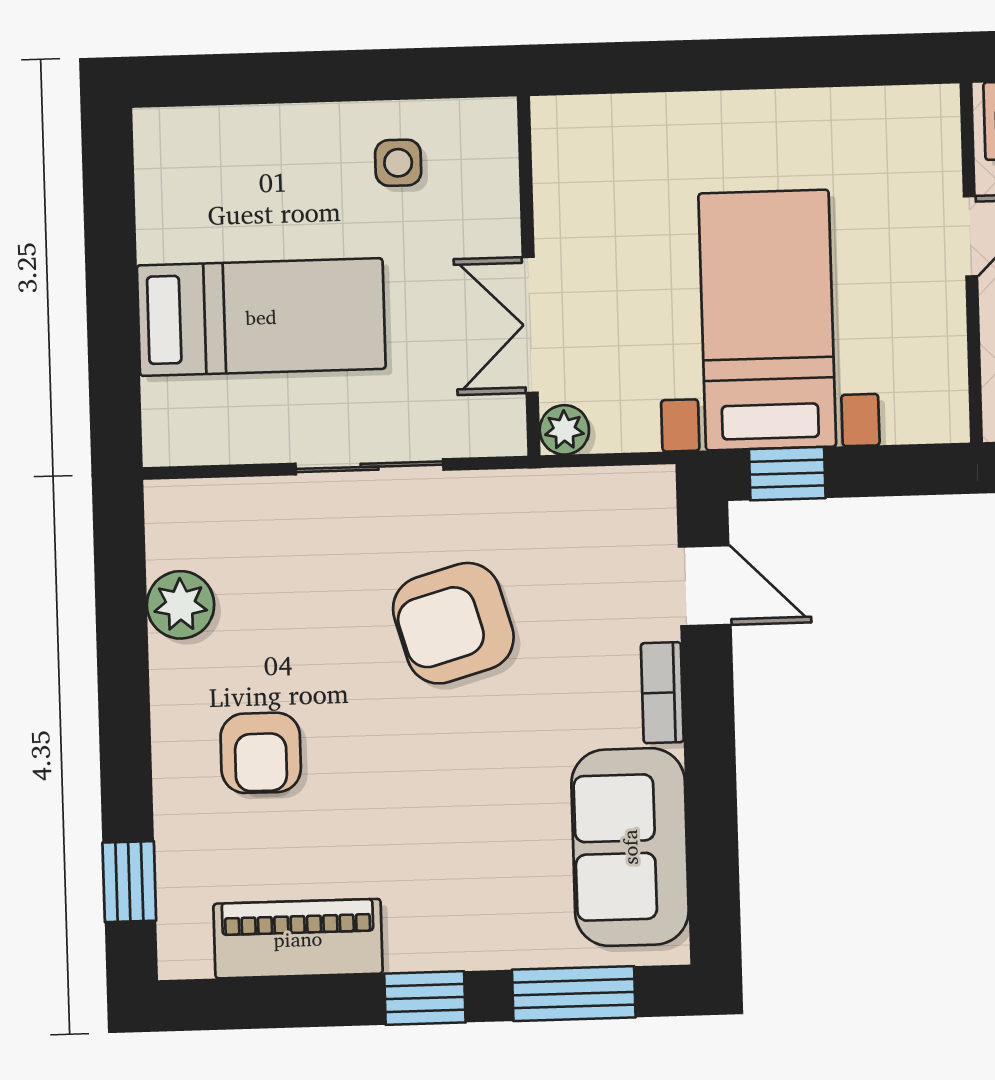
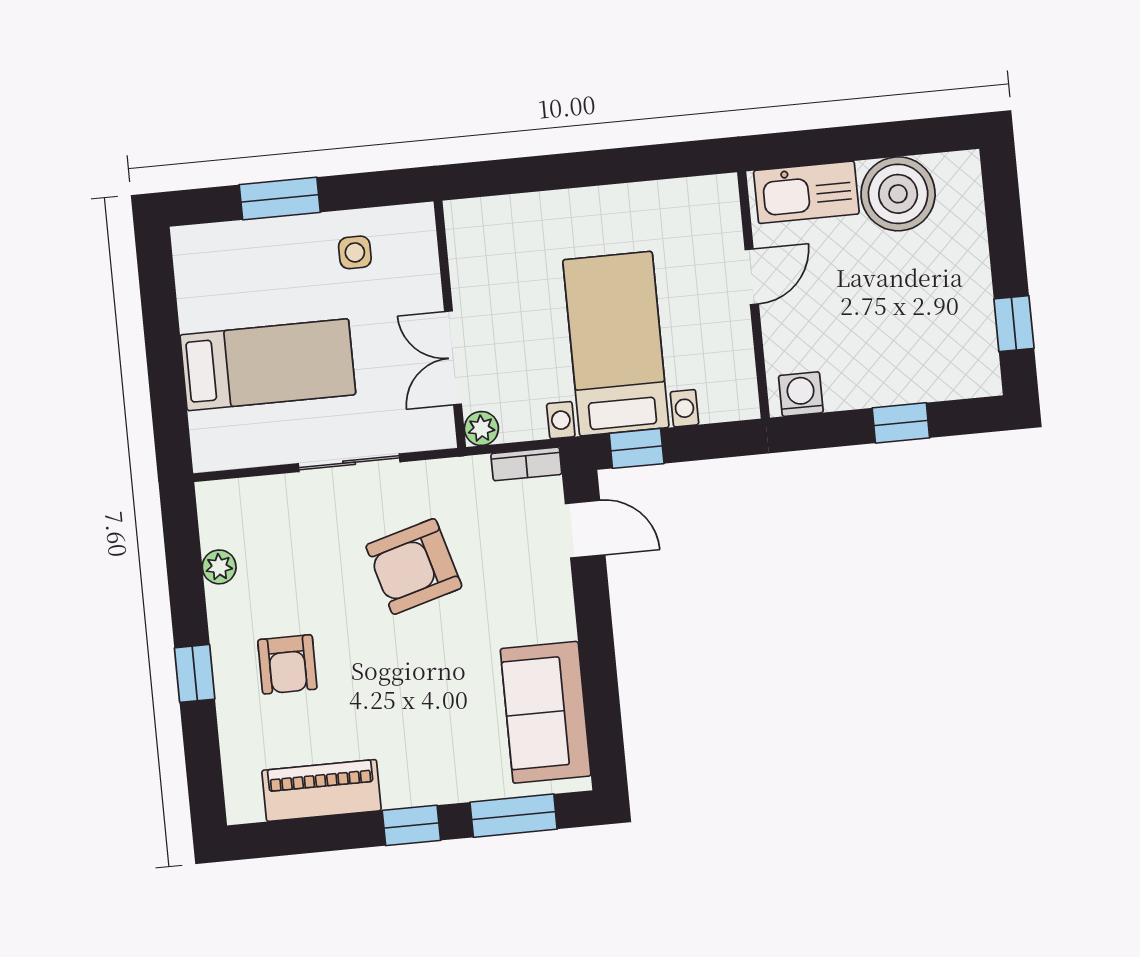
window: (295, 77) -> (280, 198), added
plant: (180, 605) -> (219, 567), width x0.73, depth x0.73
bookcase: (662, 693) -> (526, 464), moved, turned -90
window: (129, 882) -> (195, 673), moved

